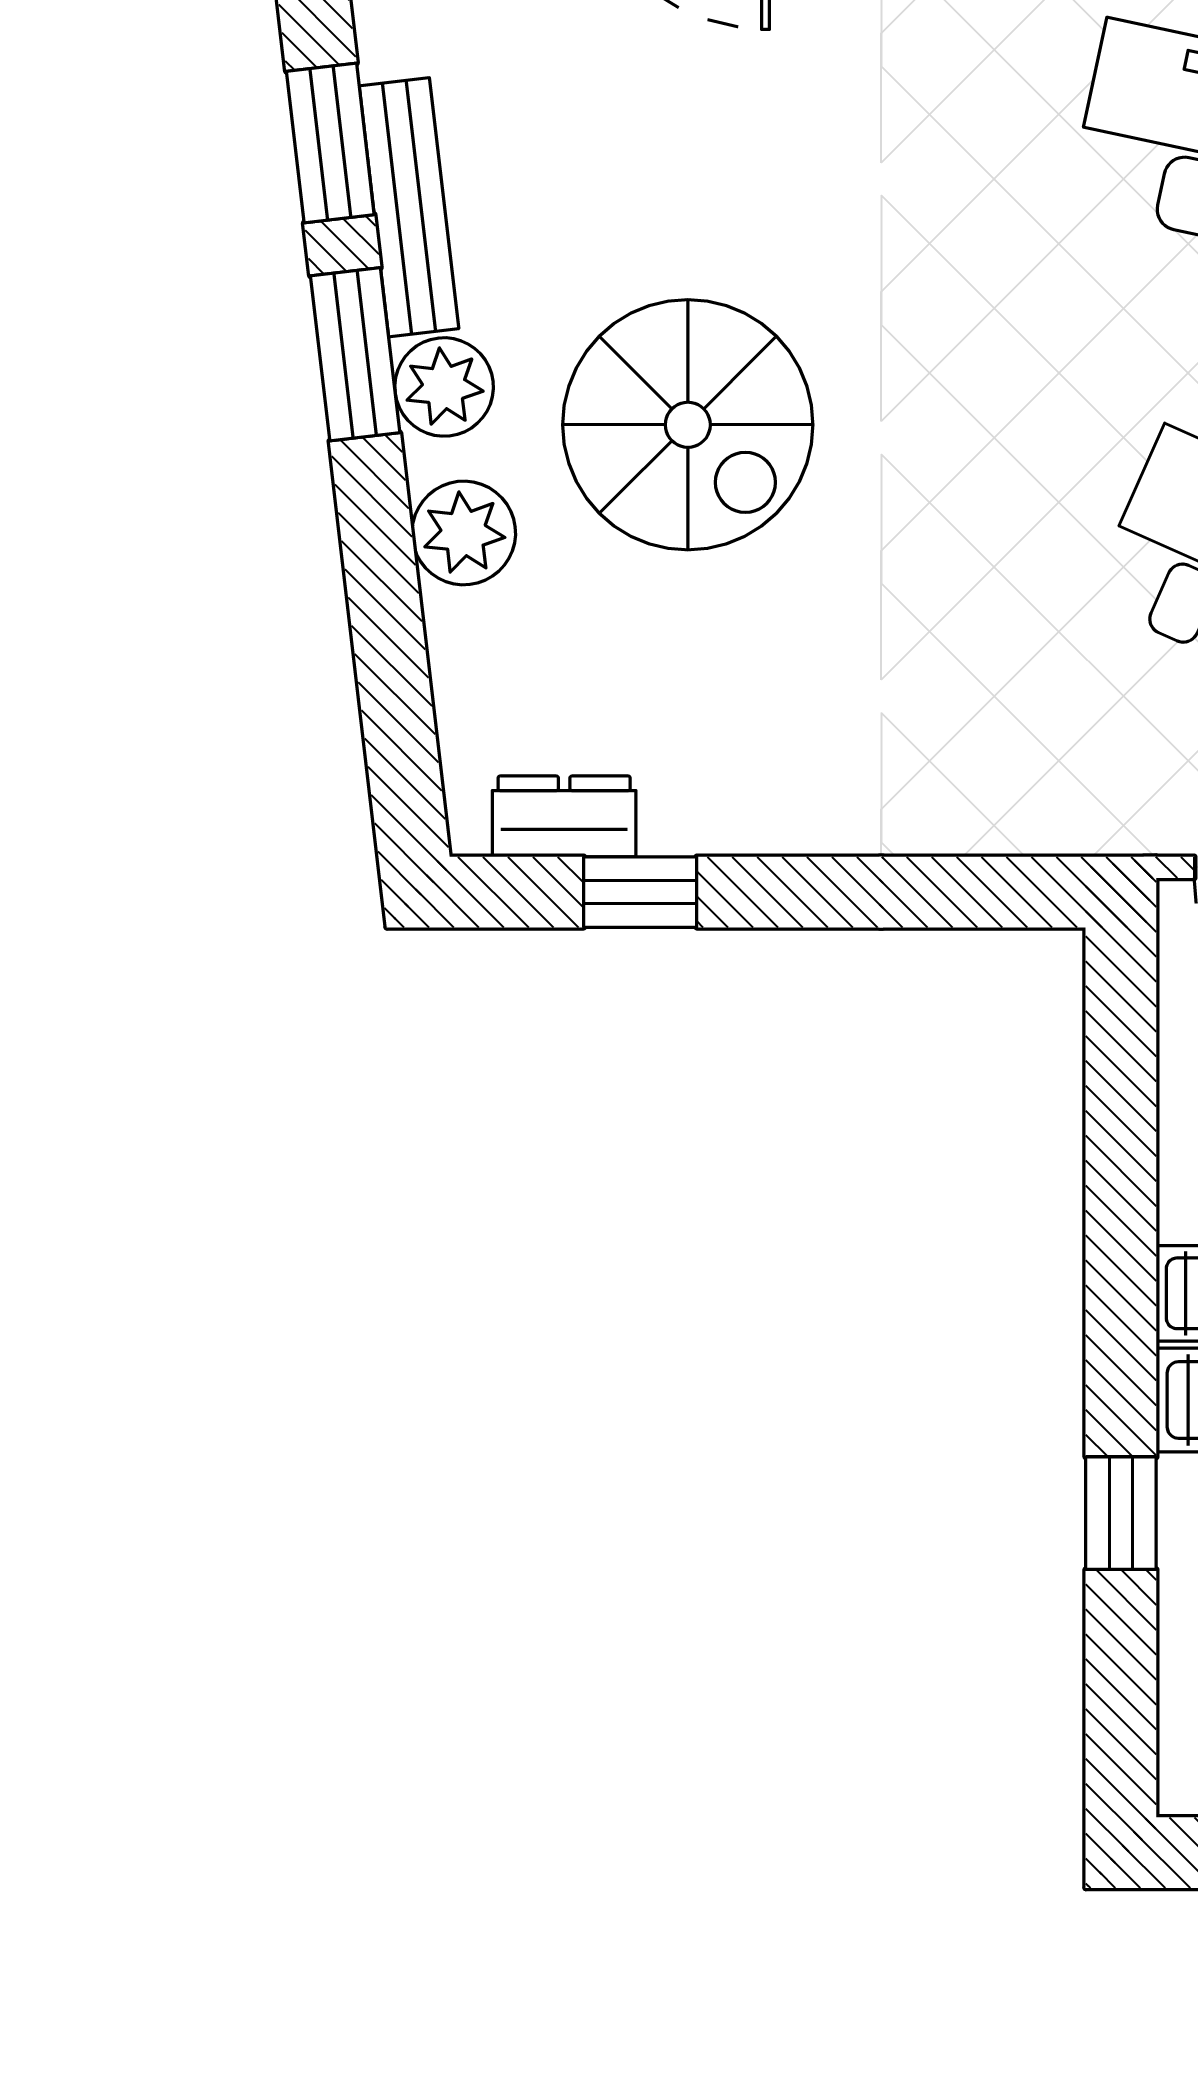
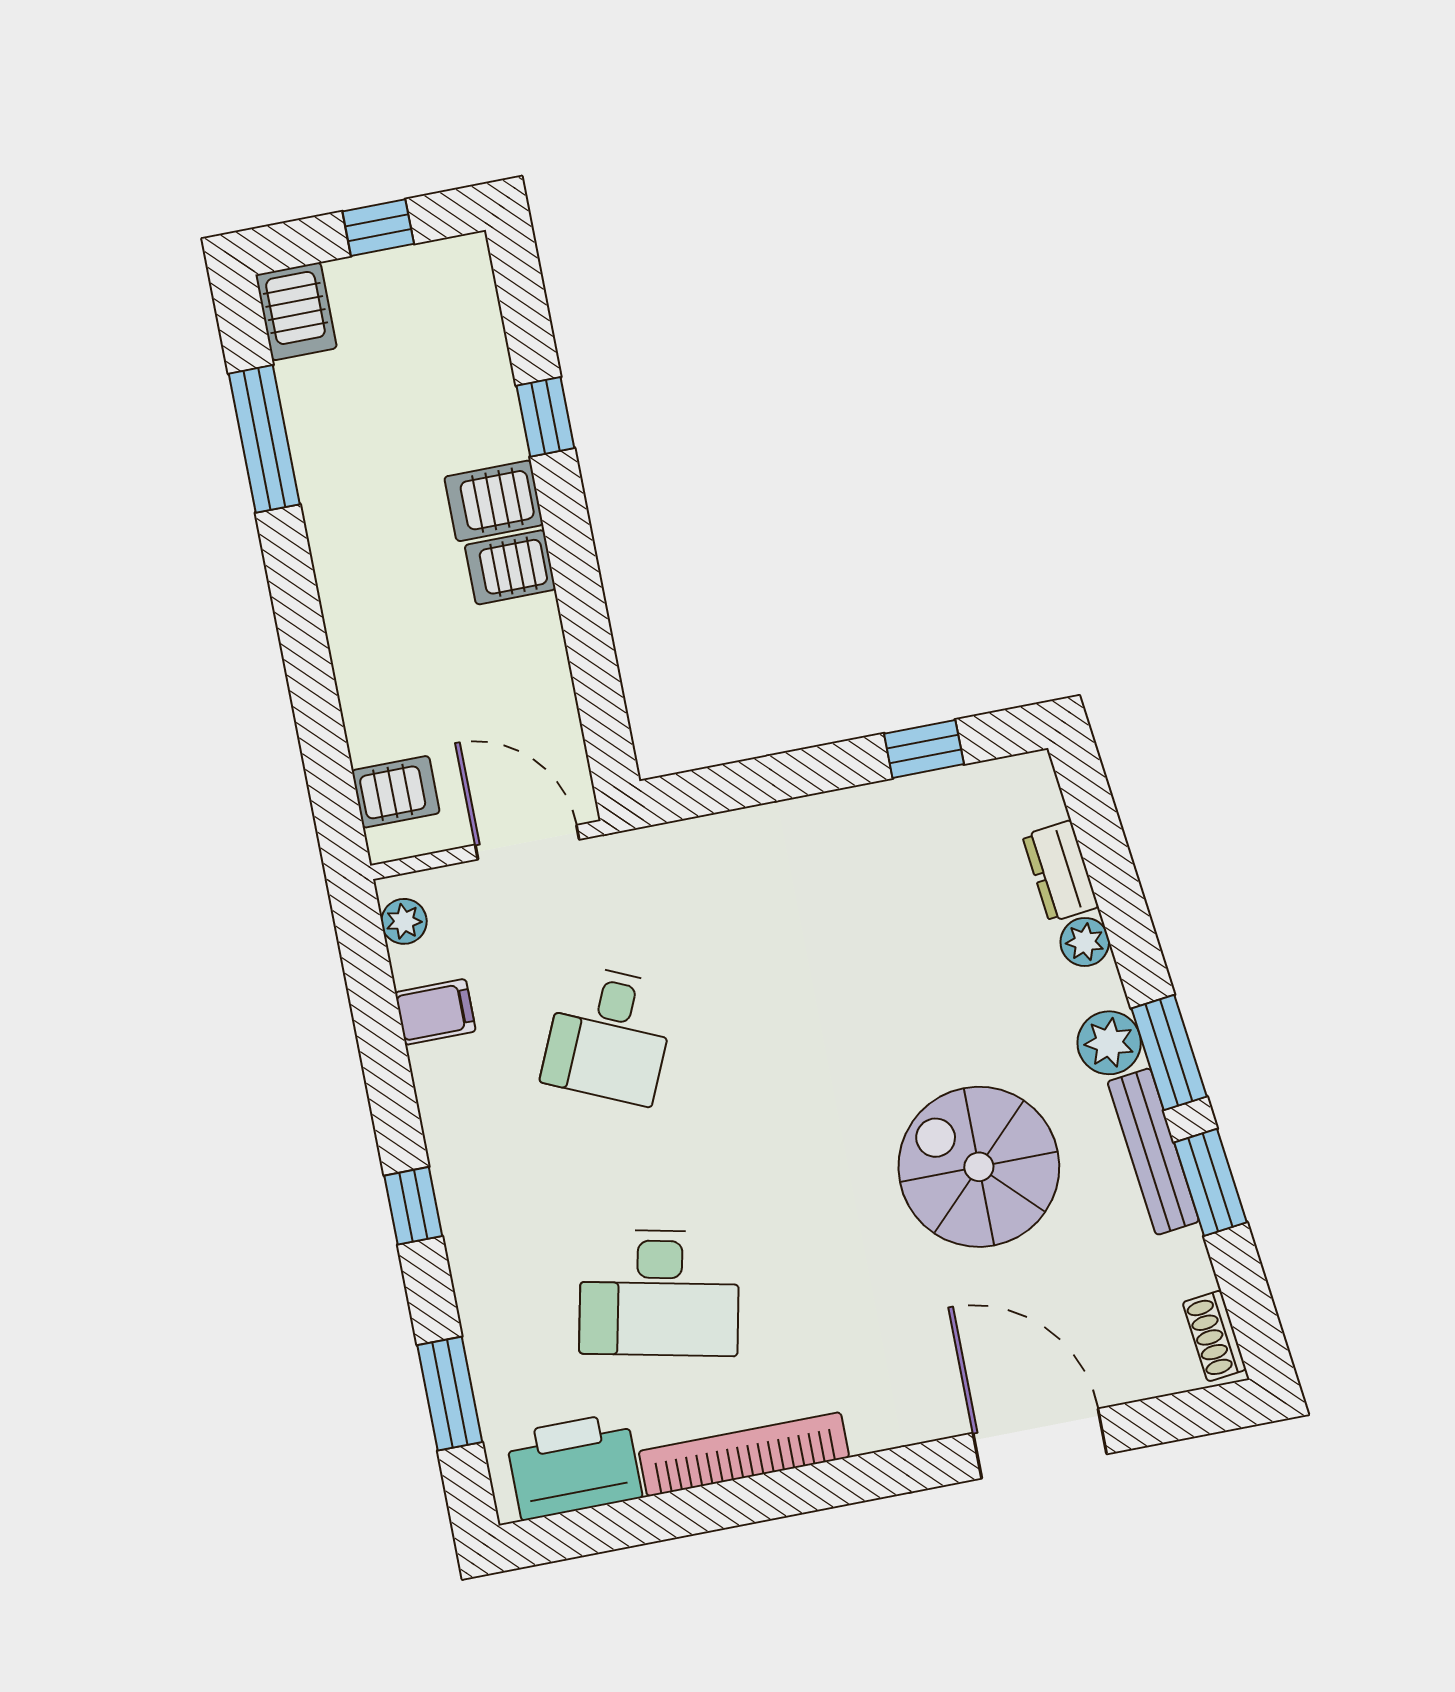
spiral stairs: (688, 425) -> (979, 1167), moved
plant: (464, 533) -> (1085, 942), width x0.73, depth x0.73
dresser: (564, 816) -> (1060, 871), moved, turned 83

